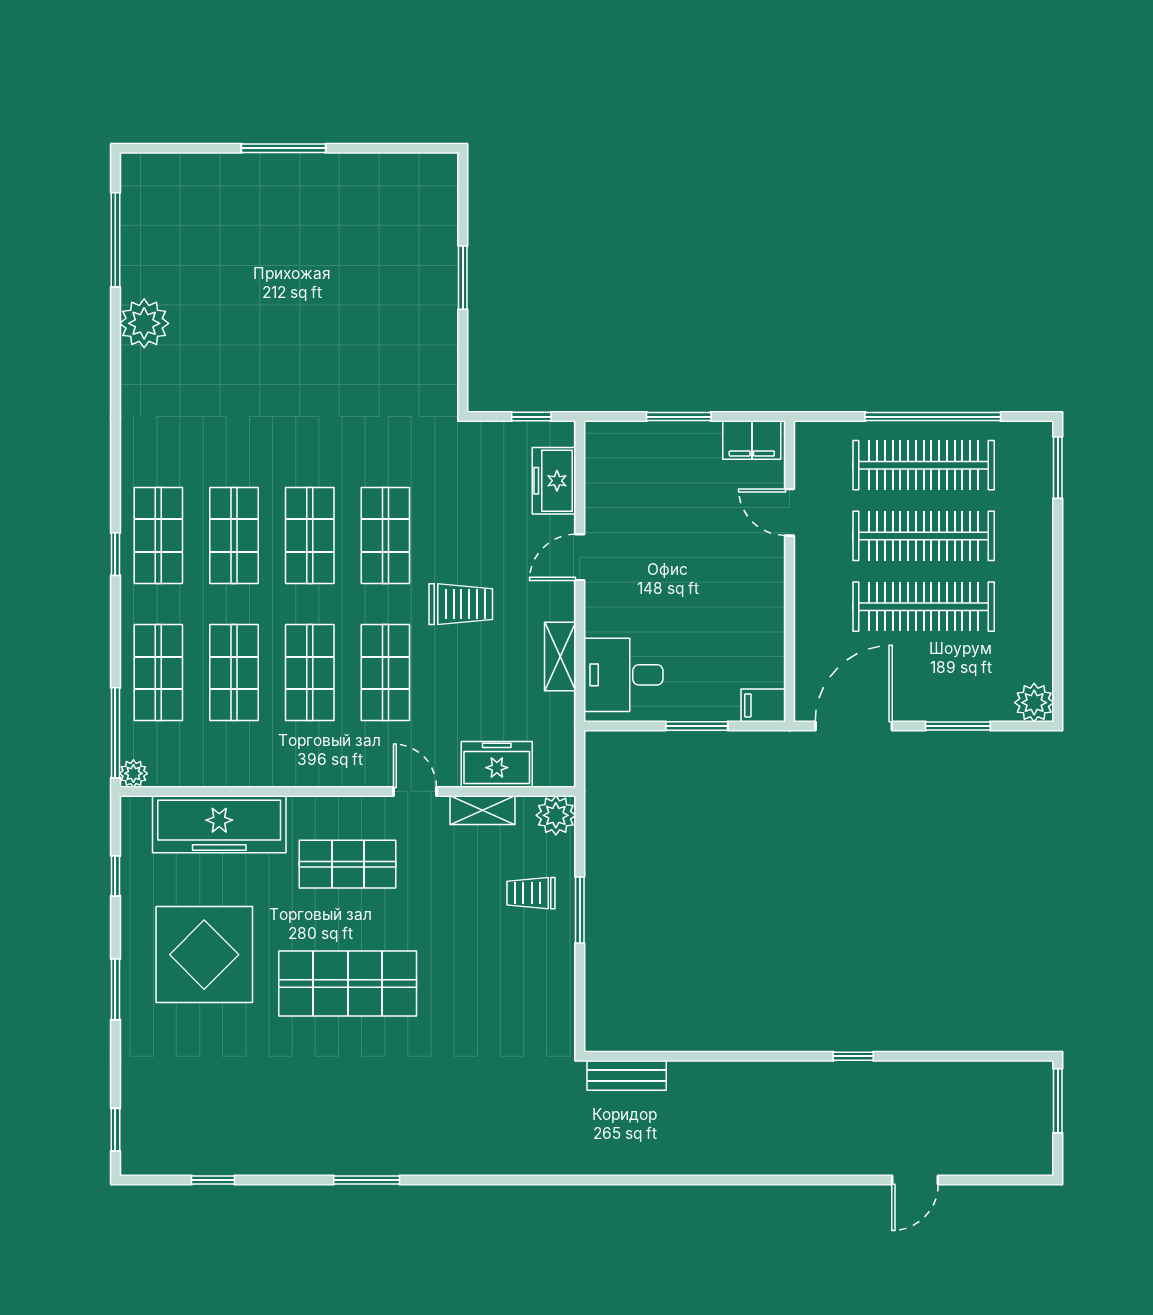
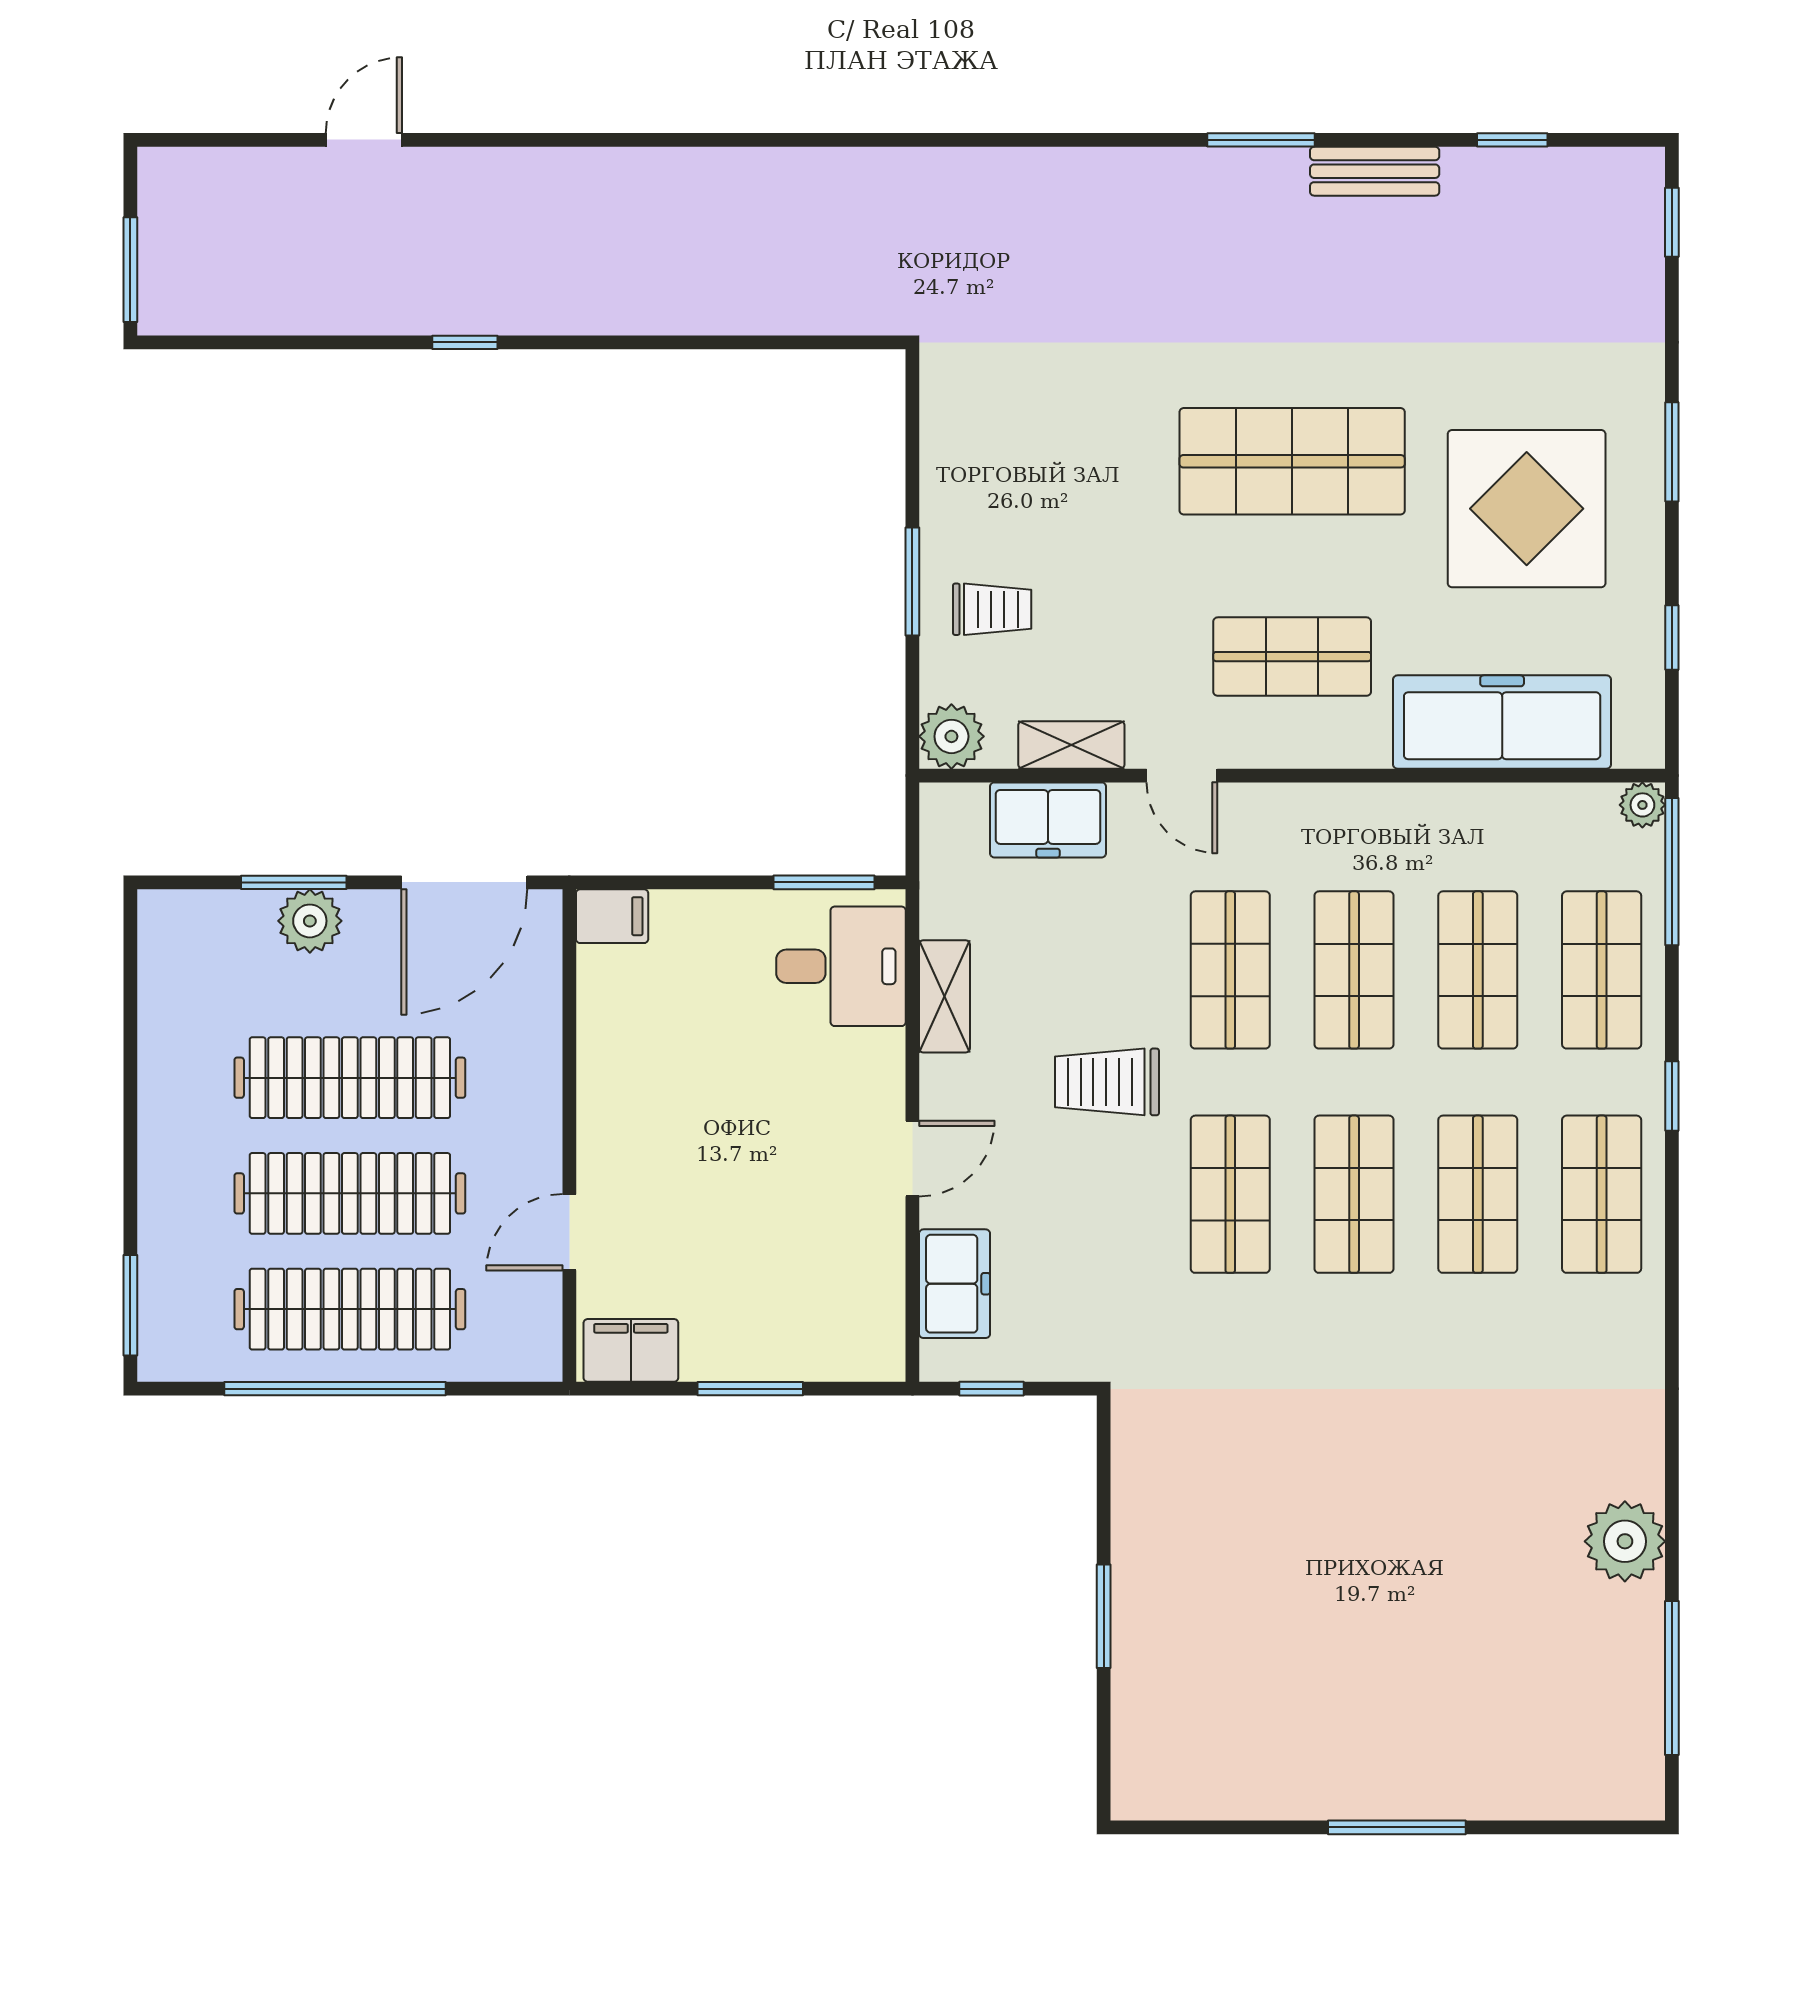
door: (789, 512) -> (569, 1232), swing flipped
window: (115, 554) -> (1672, 1096), moved
plant: (1034, 703) -> (310, 921), moved
window: (697, 726) -> (824, 882), moved
bench: (627, 1075) -> (1375, 171), moved

